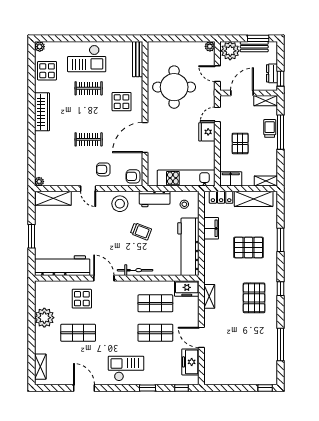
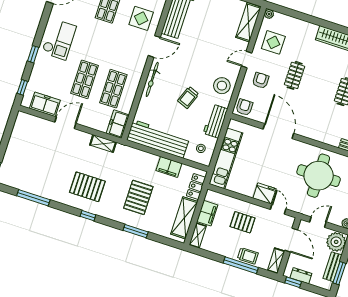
display table: (122, 102) -> (273, 42), moved
filing cabinet: (231, 179) -> (207, 213), moved

